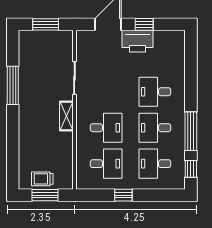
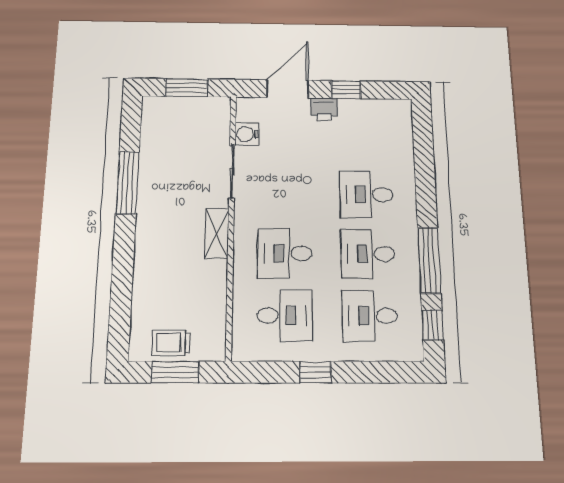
printer: (137, 41) -> (324, 109), width x0.53, depth x0.68
water cooler: (83, 54) -> (247, 134), added
desk: (106, 128) -> (285, 253), turned 180

